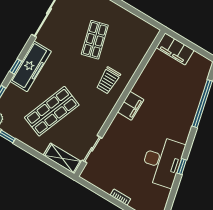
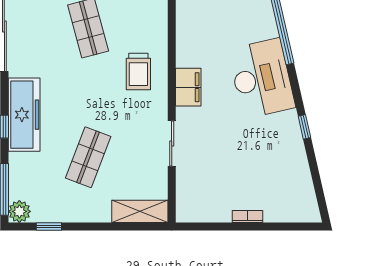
shop shelf: (52, 111) -> (88, 157), width x0.70, depth x0.74
sliding door: (92, 149) -> (172, 143), moved
desk: (162, 161) -> (262, 78), moved

